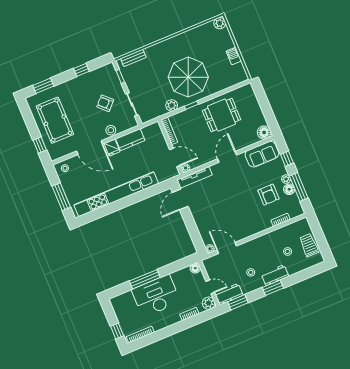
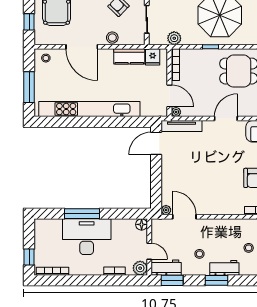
plant: (172, 105) -> (174, 38), moved
fridge: (112, 148) -> (153, 57), moved

